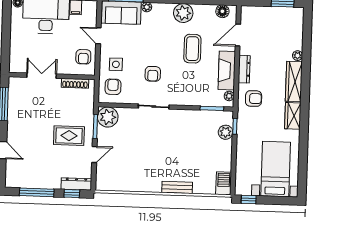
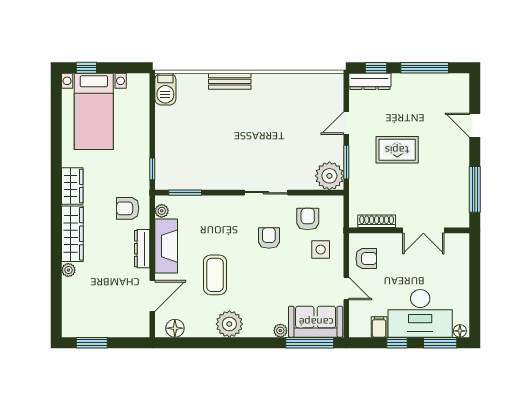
armchair: (83, 57) -> (366, 259), turned 90
armchair: (113, 87) -> (308, 219), moved, turned 180
plant: (226, 132) -> (165, 160), removed
rug: (69, 136) -> (397, 150), moved
window: (249, 199) -> (86, 68), moved

